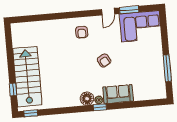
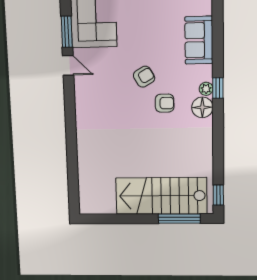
armchair: (82, 32) -> (165, 103), moved
window: (13, 89) -> (179, 219), width x2.17
sofa: (118, 94) -> (199, 40), moved

